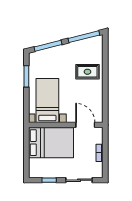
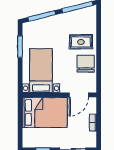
chair: (92, 94) -> (86, 64), added
door: (85, 125) -> (79, 95), swing flipped

